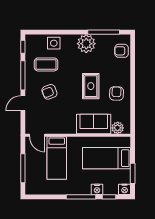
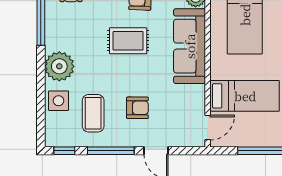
plant: (86, 44) -> (59, 66), moved
armchair: (49, 92) -> (137, 108), turned -70
sofa: (94, 124) -> (190, 46), width x1.36

